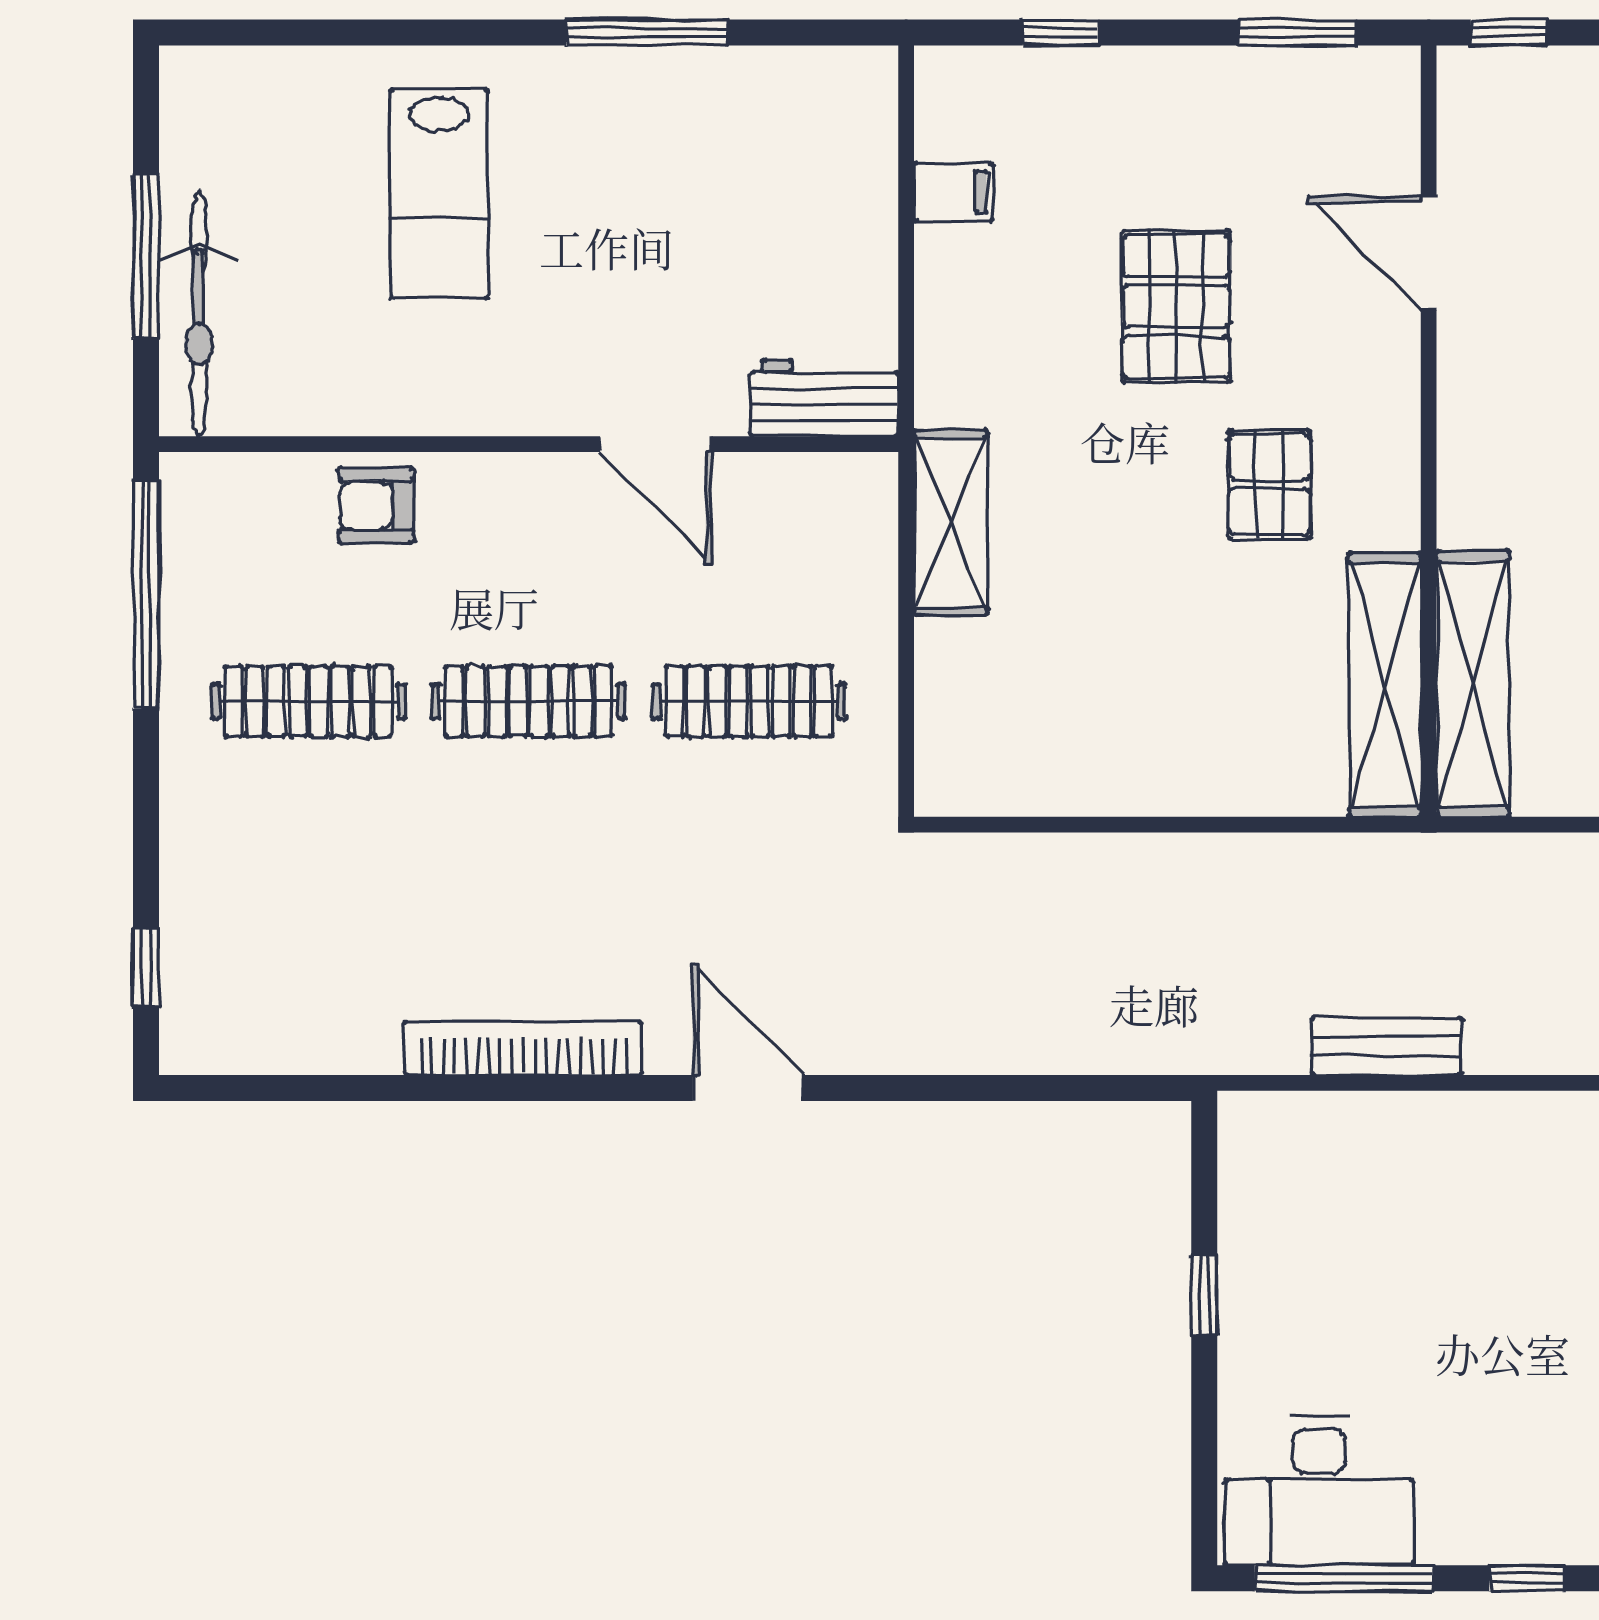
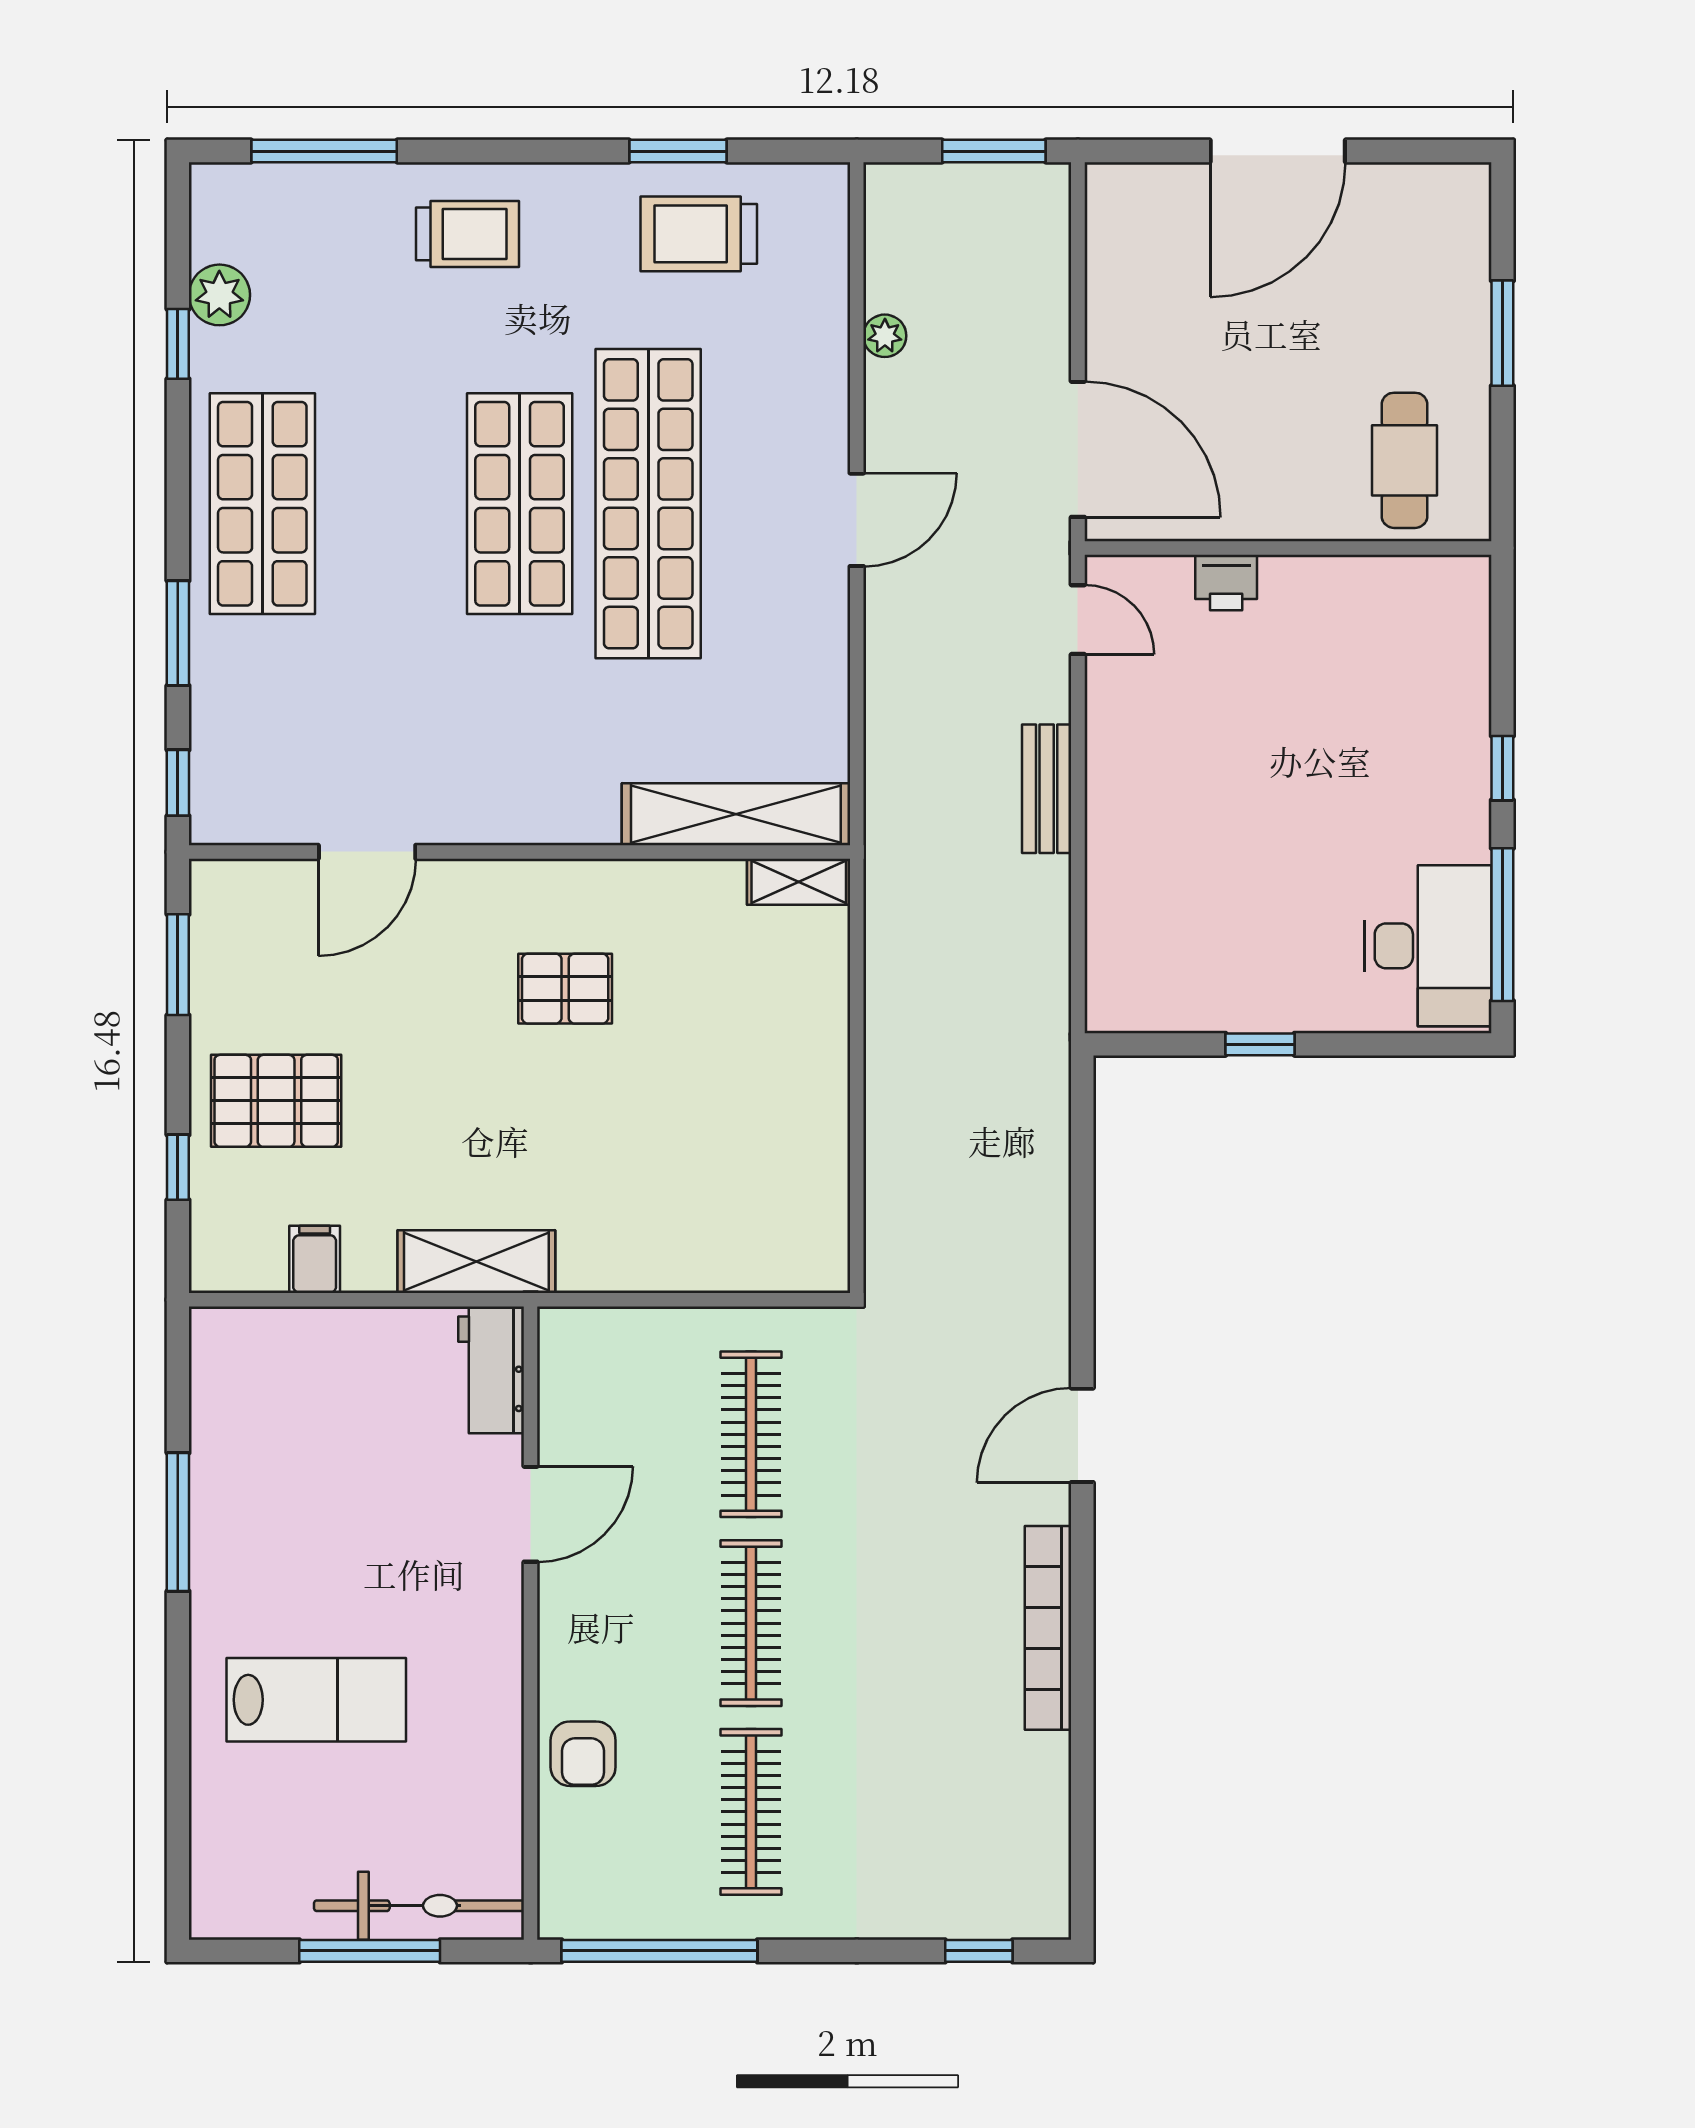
pallet: (1176, 307) -> (276, 1101), moved
shelving: (951, 522) -> (476, 1262), moved
shelving: (1385, 685) -> (799, 882), width x0.45, depth x0.75
bench: (1386, 1046) -> (1047, 789), moved

